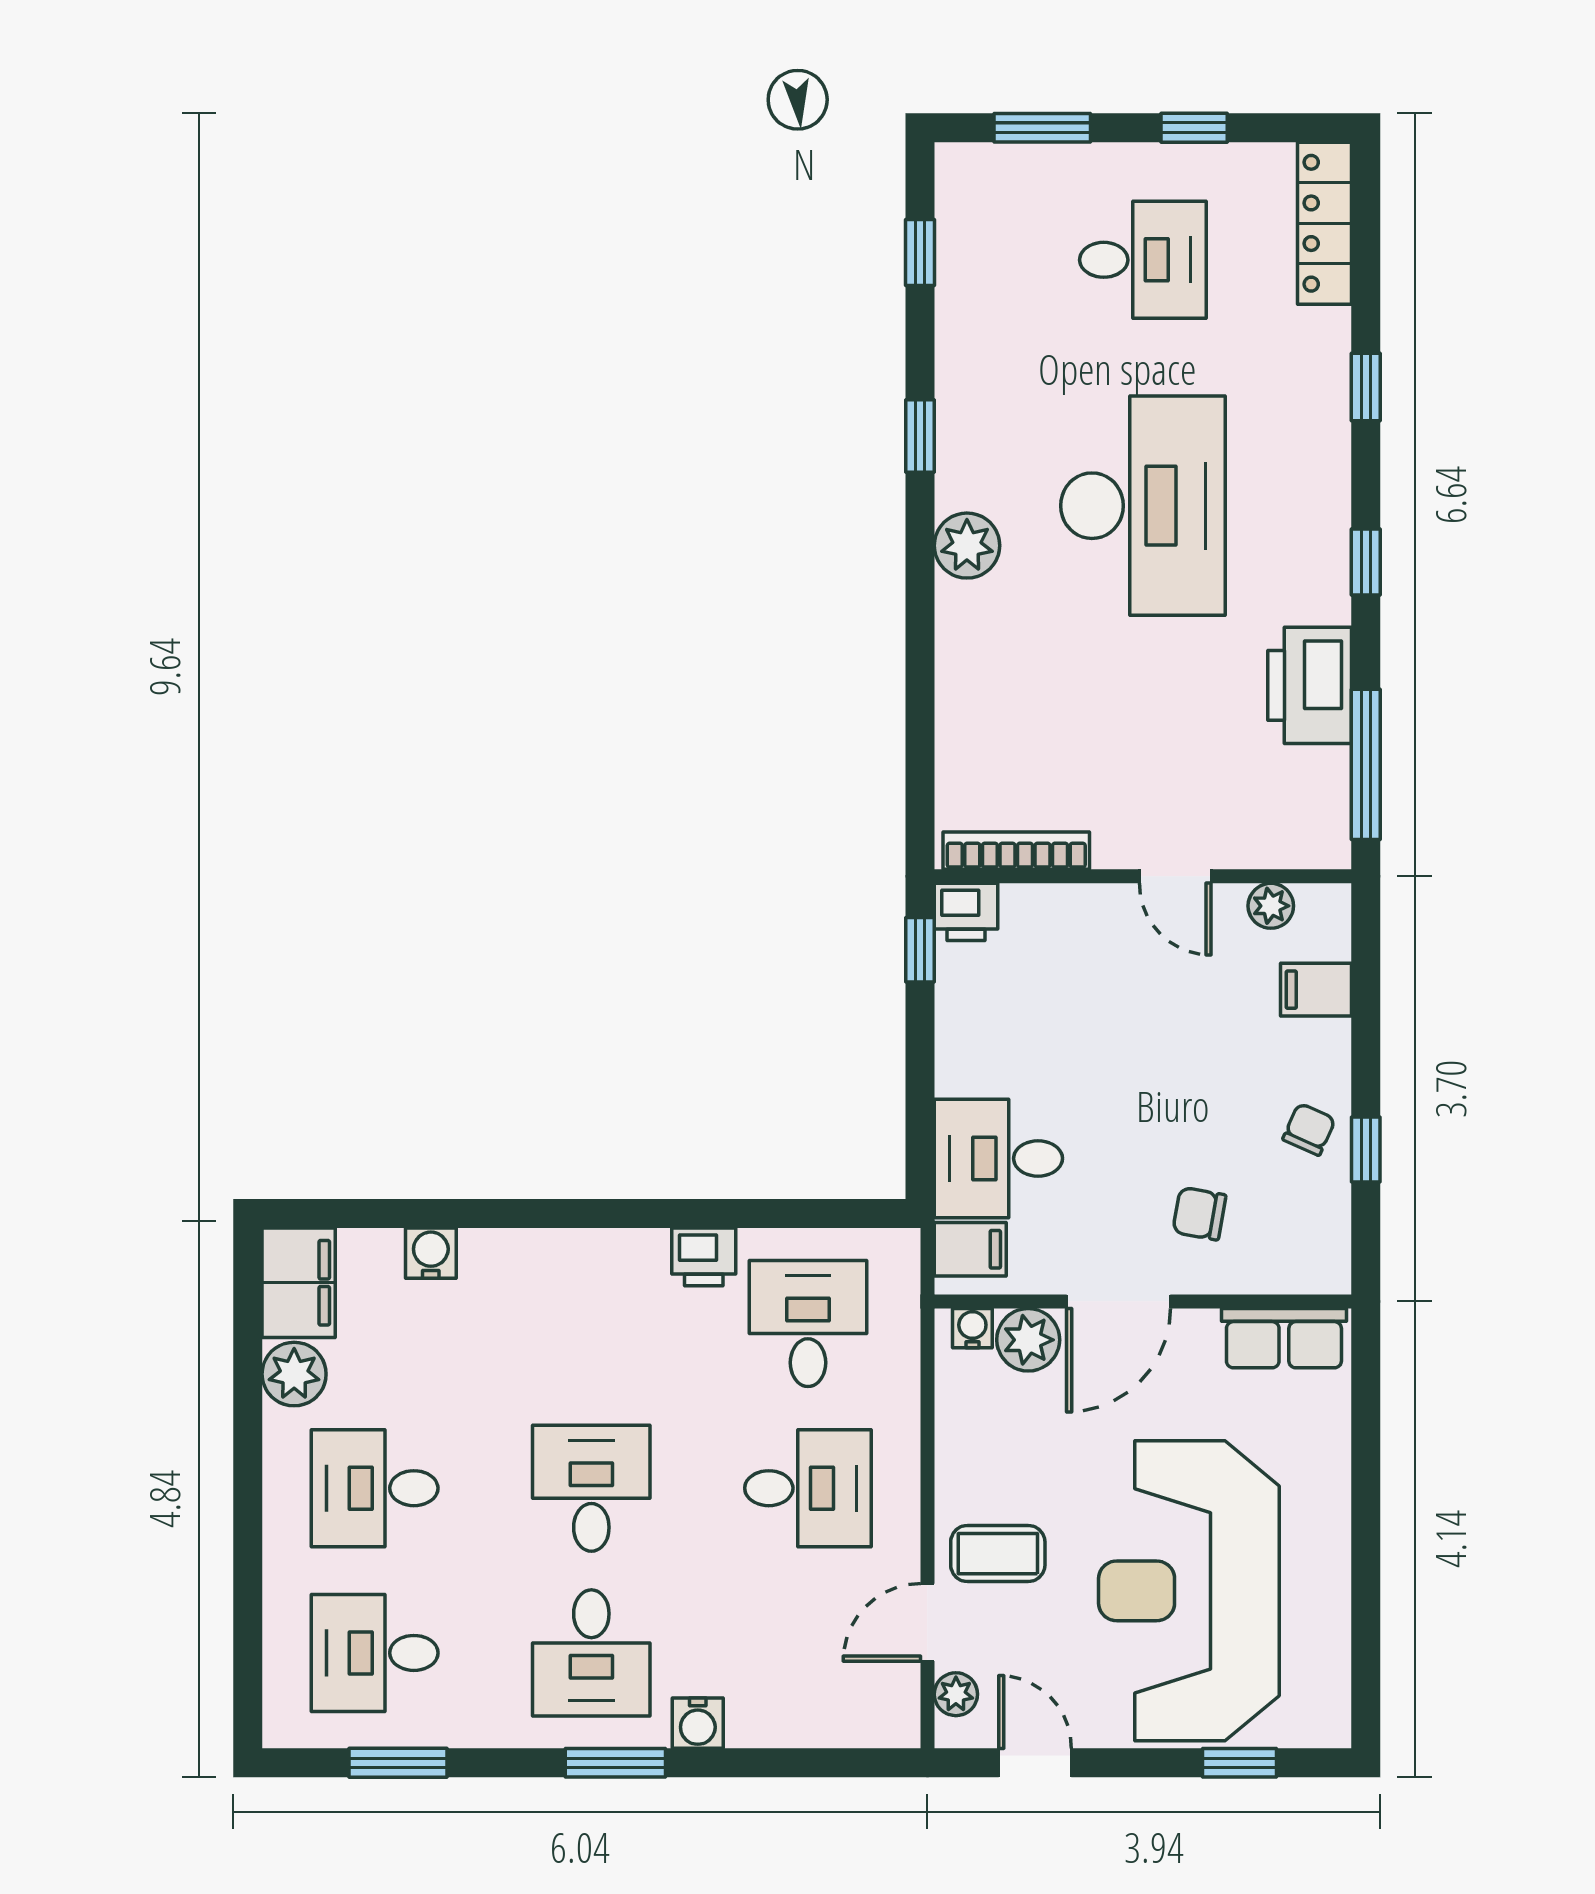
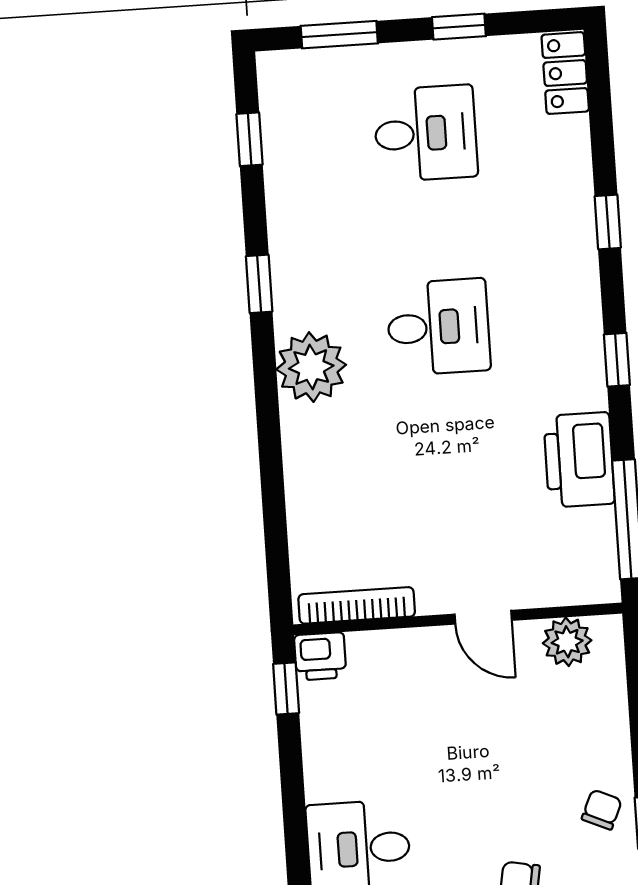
locker: (1325, 223) -> (565, 73), width x0.66
desk: (1143, 506) -> (438, 327), width x0.53, depth x0.77
plant: (967, 546) -> (311, 367), width x1.36, depth x1.36
plant: (1271, 906) -> (567, 642), width x1.38, depth x1.38
filing cabinet: (1316, 990) -> (600, 699), removed

